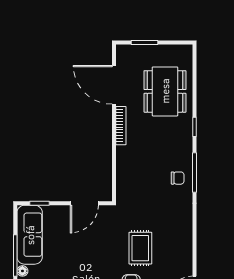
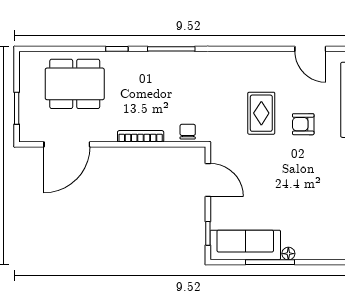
bookcase: (121, 126) -> (141, 136), moved
chair: (178, 178) -> (188, 132), moved
rug: (140, 248) -> (261, 113), turned 90

